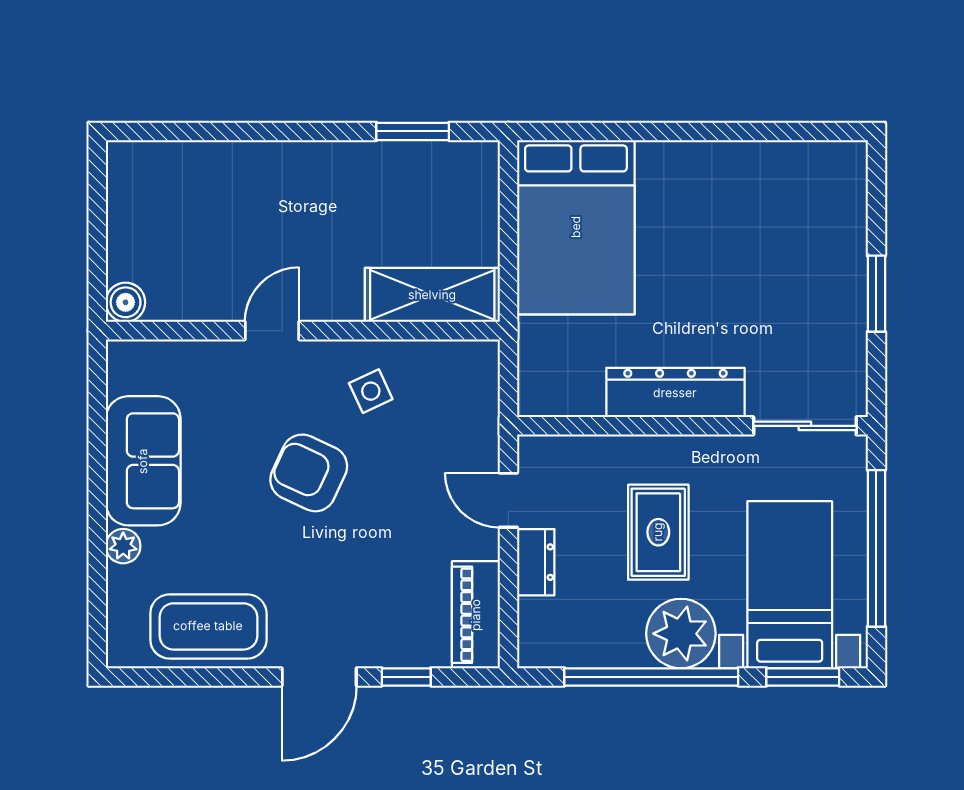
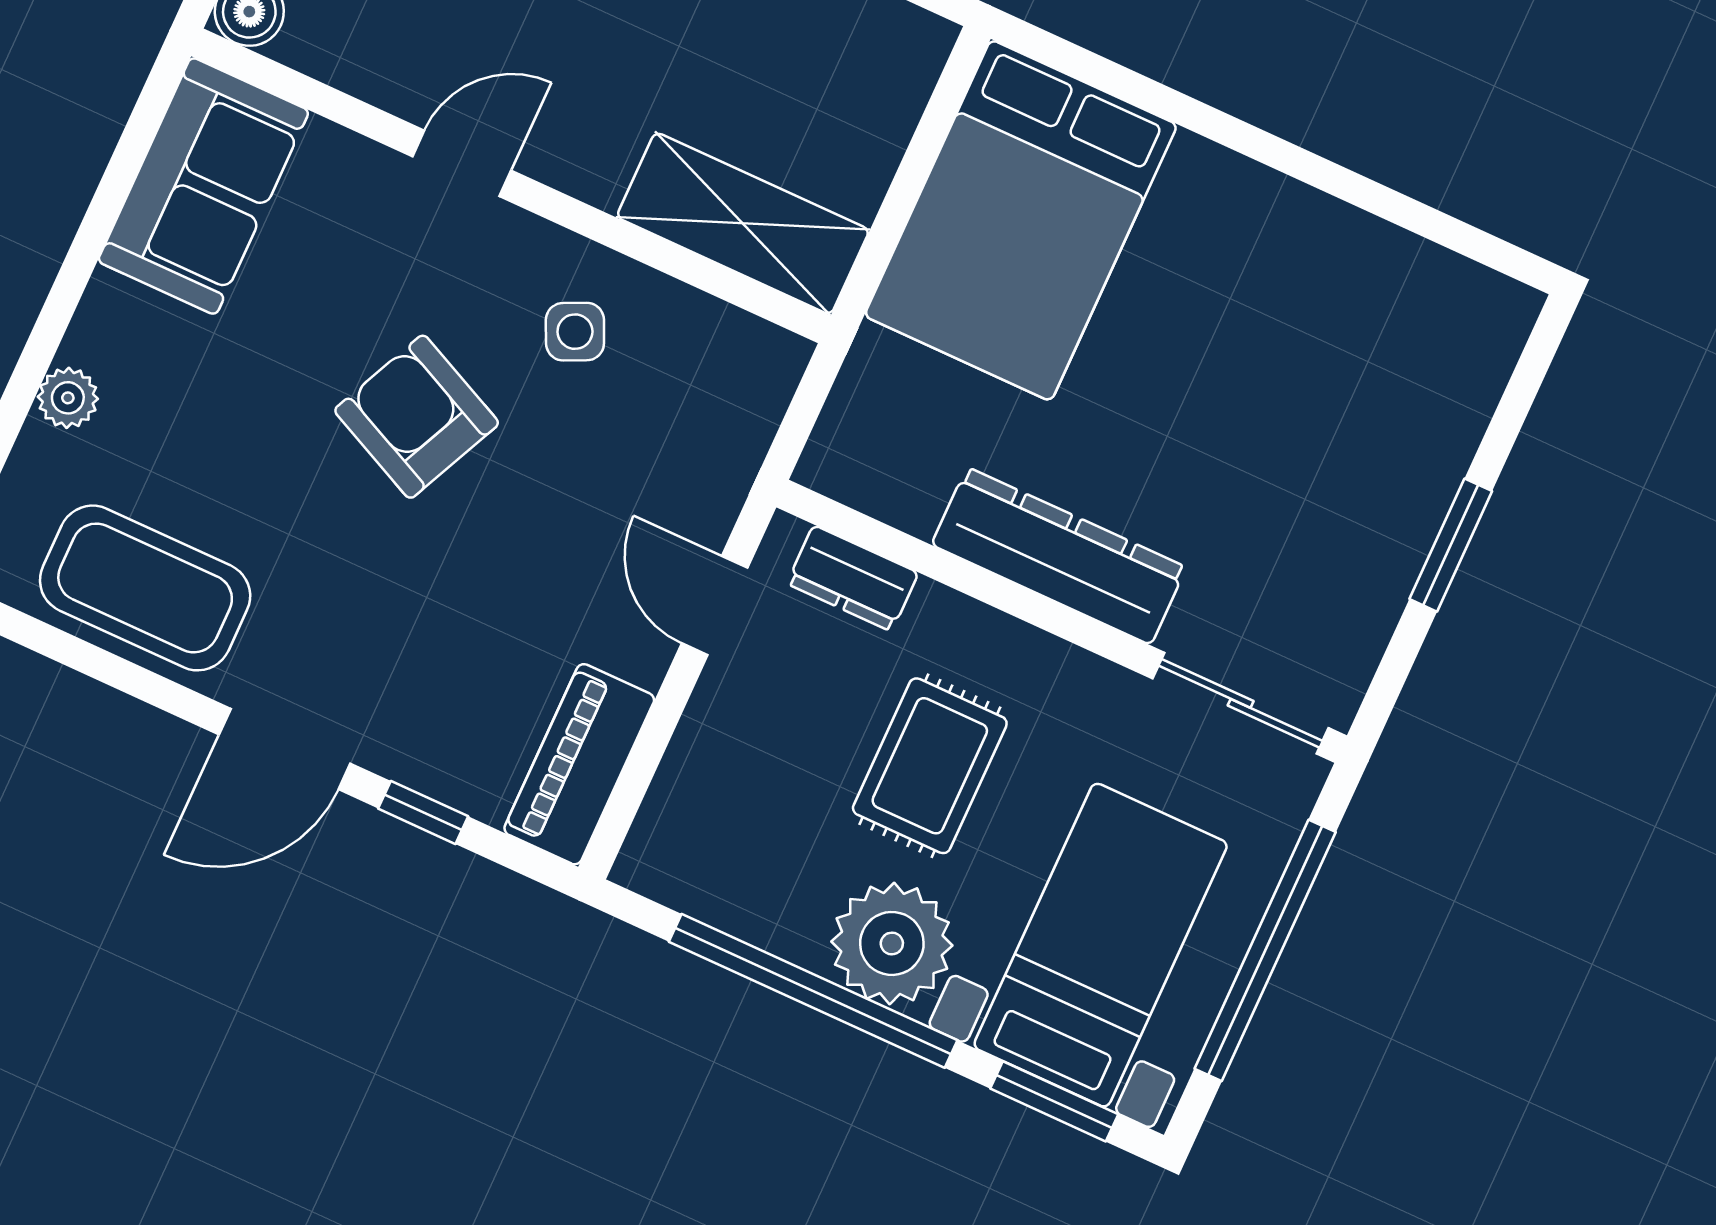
sofa: (143, 461) -> (203, 186), moved
dresser: (536, 562) -> (853, 578), moved, turned 90

